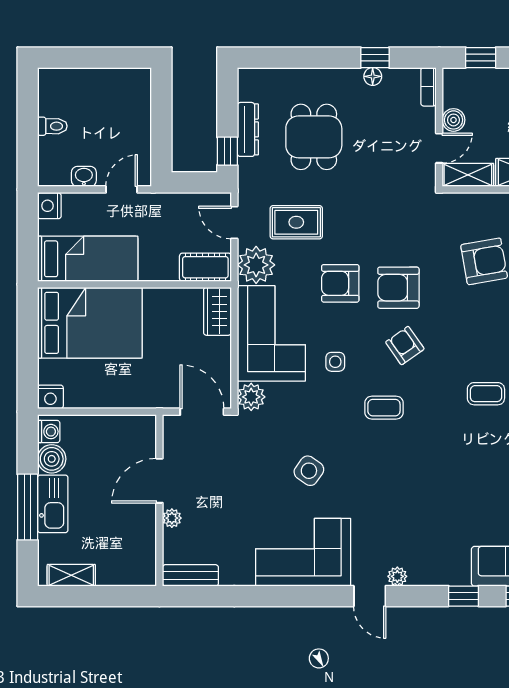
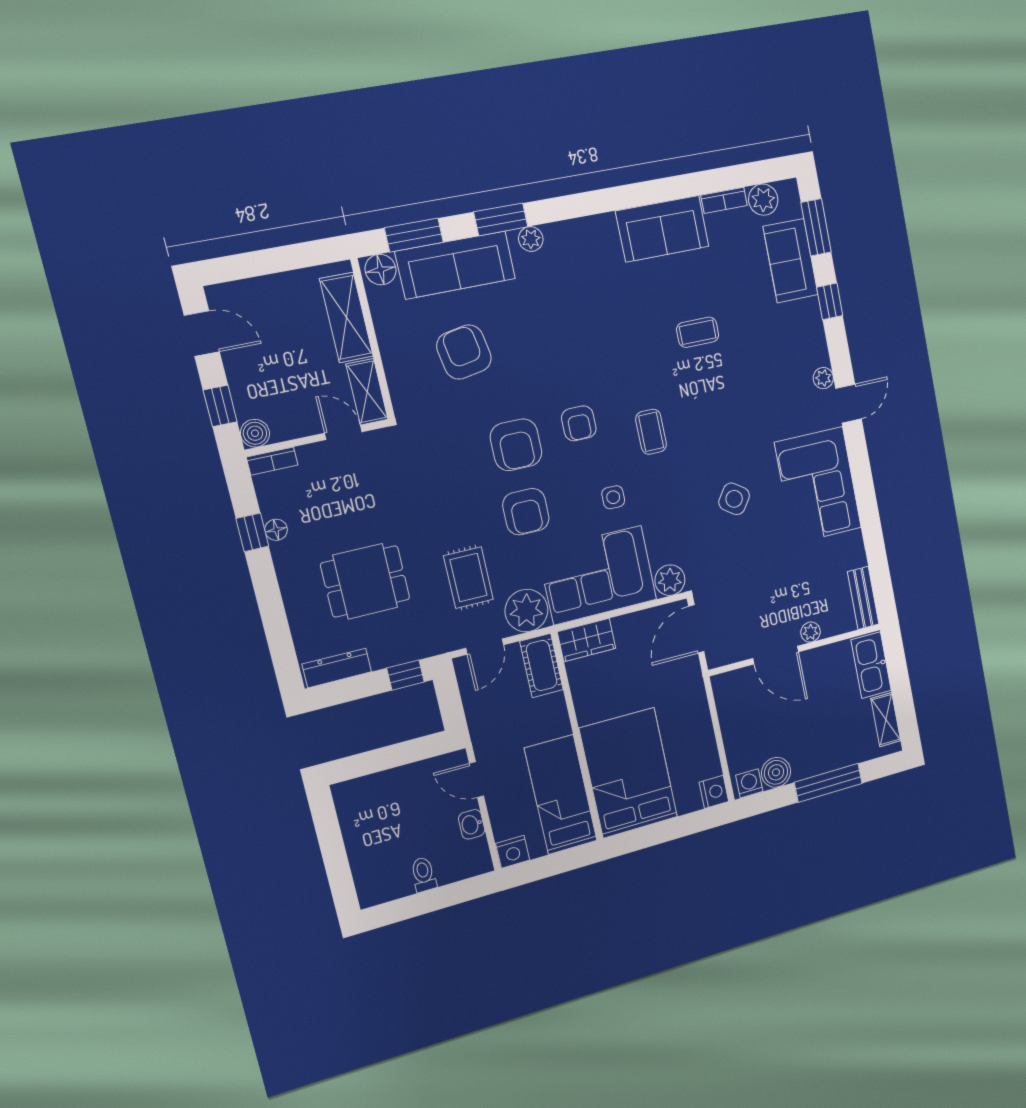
boiler: (453, 120) -> (255, 433), moved
dresser: (248, 129) -> (337, 668), moved
armchair: (405, 346) -> (579, 423), turned -55
coffee table: (486, 394) -> (698, 332), moved, turned 90
kitchen sink: (53, 504) -> (871, 665), moved, turned -90

